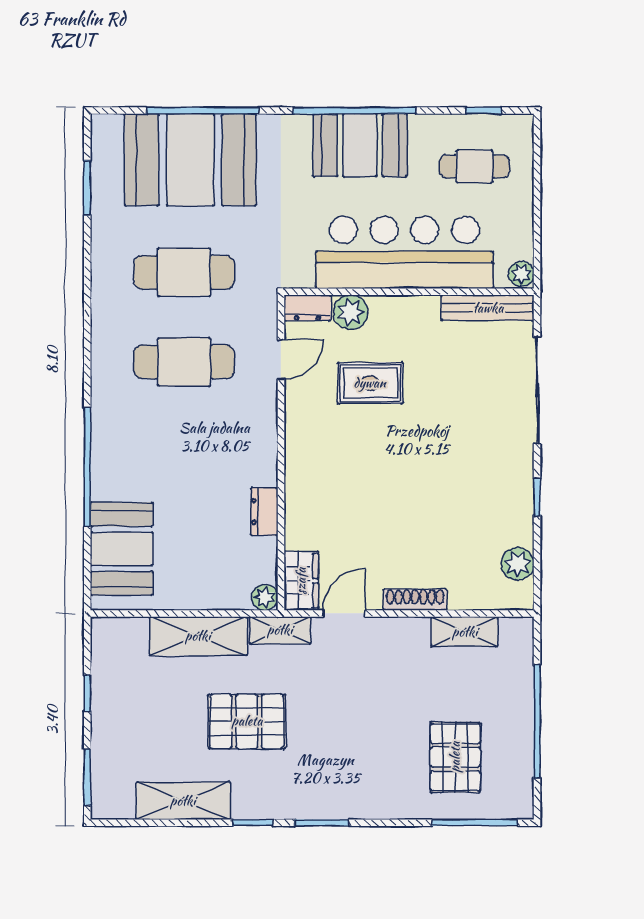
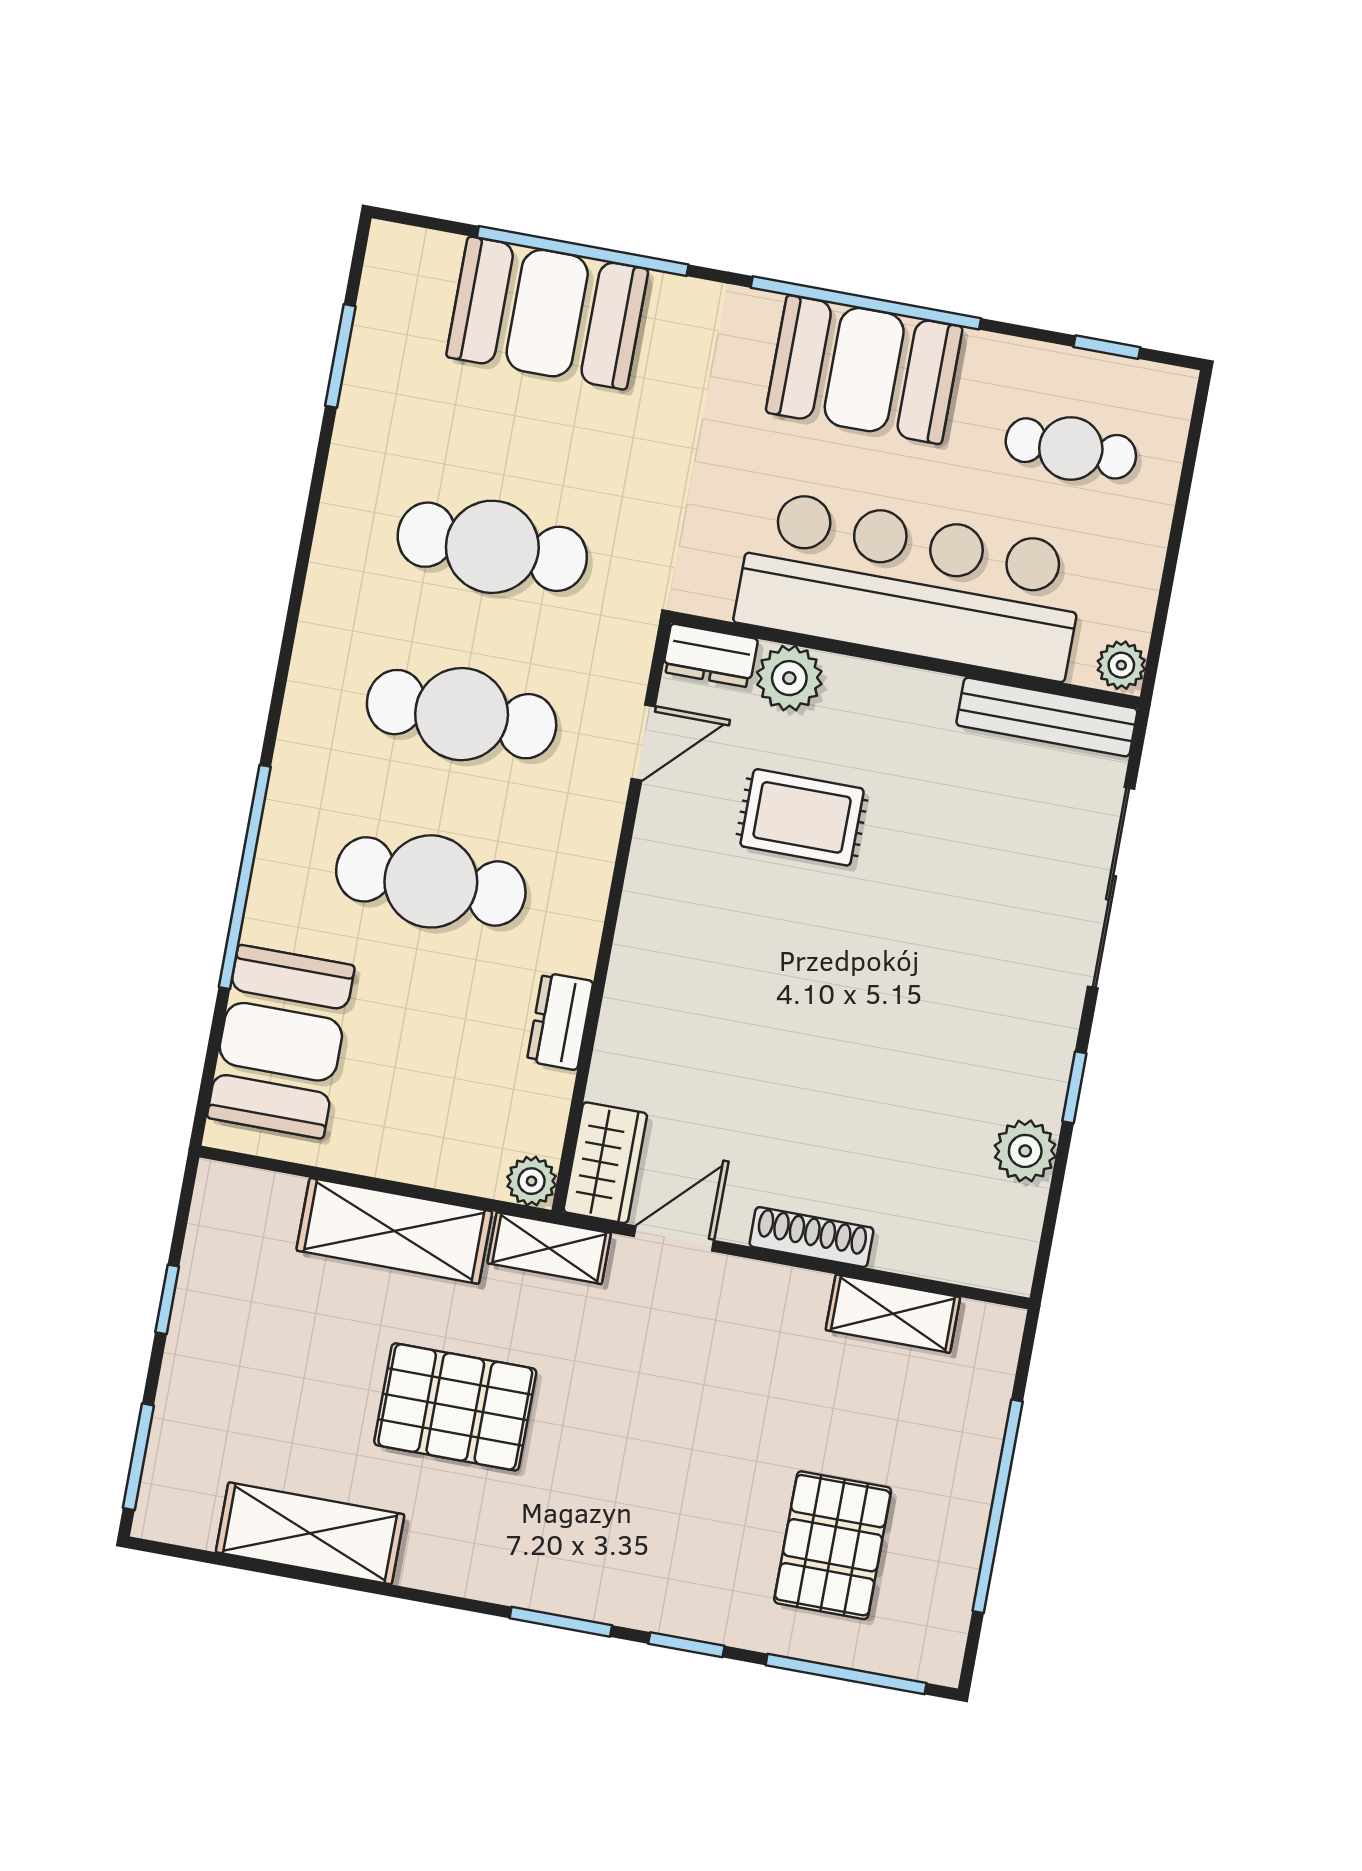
booth: (190, 160) -> (547, 313), width x0.73, depth x0.70
cafe table: (184, 452) -> (431, 881), added
plant: (518, 564) -> (1025, 1151), moved
window: (253, 823) -> (686, 1645), moved

